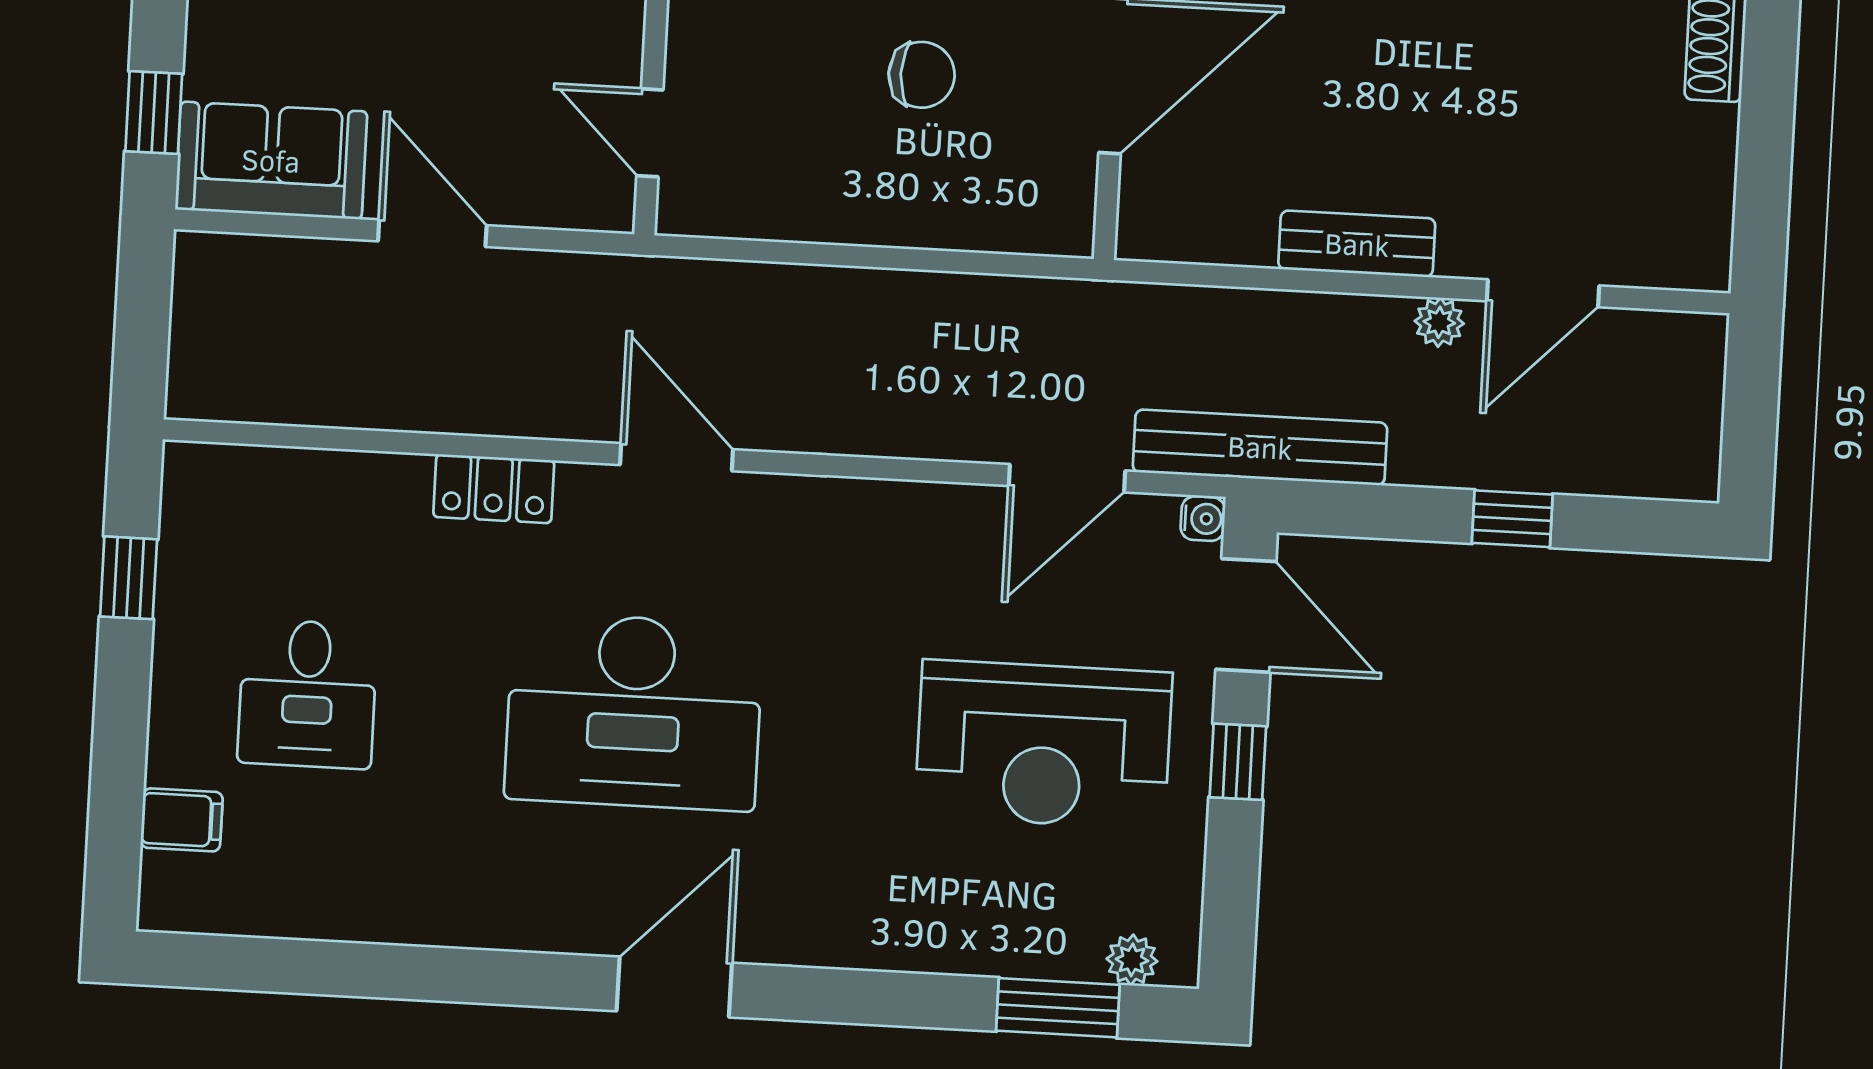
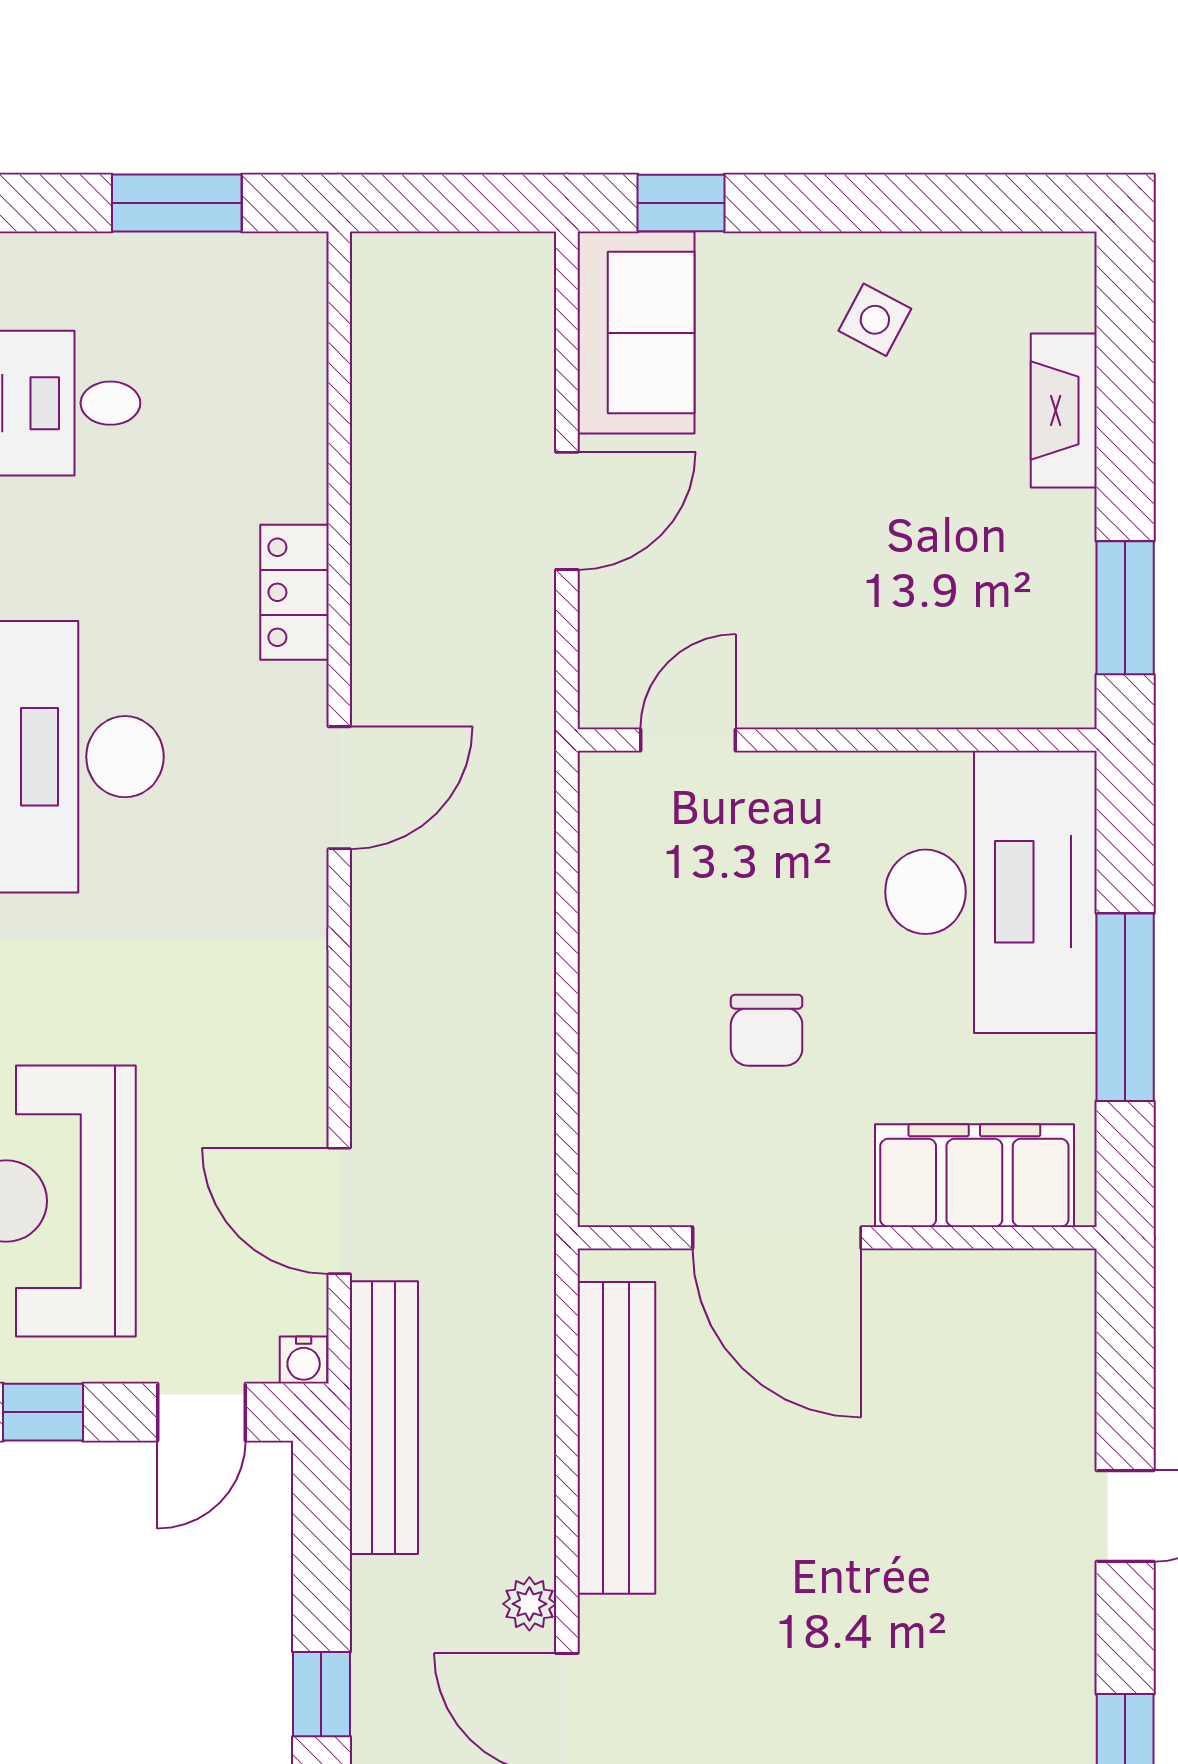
bench: (1357, 244) -> (616, 1438), width x1.86, depth x1.21
window: (129, 578) -> (177, 203), width x1.50
door: (1246, 615) -> (201, 1412), width x0.73

